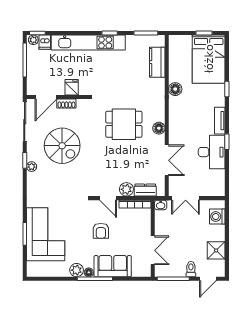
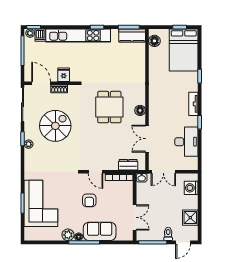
kitchen counter: (157, 62) -> (132, 35), moved, turned -90
floor lamp: (175, 89) -> (154, 41), moved
door: (46, 97) -> (41, 83), swing flipped
dining table: (124, 124) -> (109, 107), turned 90
spiral stairs: (62, 146) -> (55, 126), turned -90
desk: (212, 152) -> (186, 142), moved
double door: (167, 160) -> (147, 139), swing flipped
plant: (126, 189) -> (112, 164), removed

